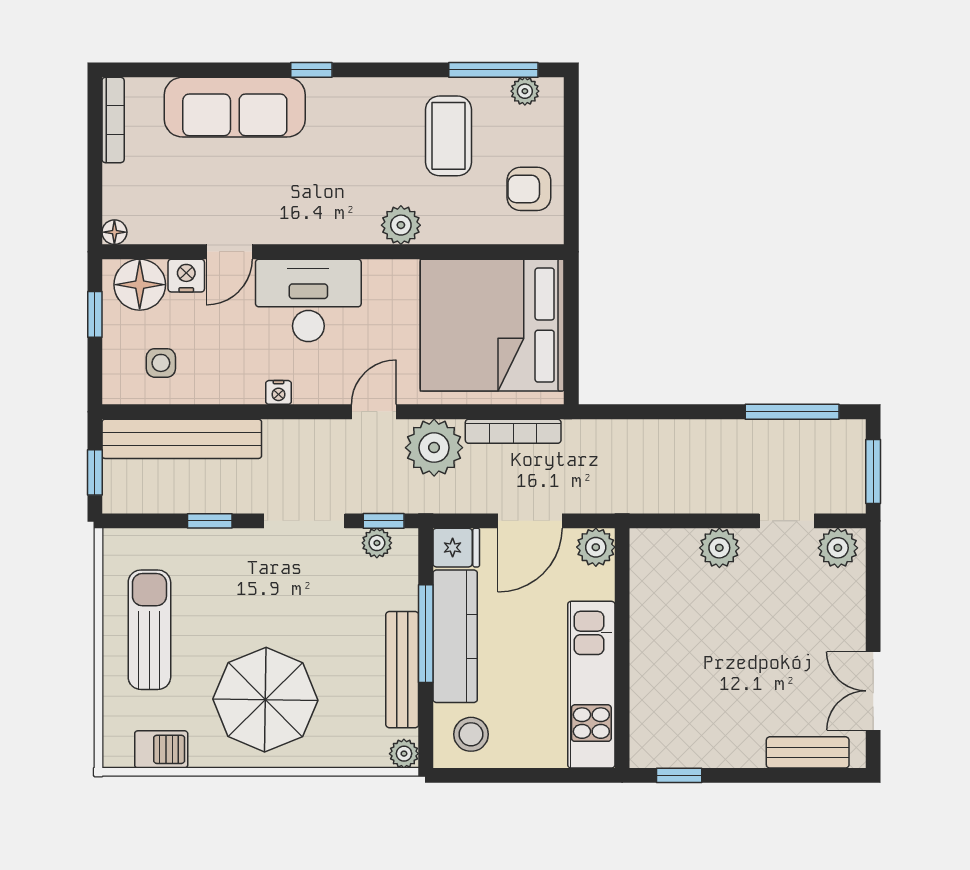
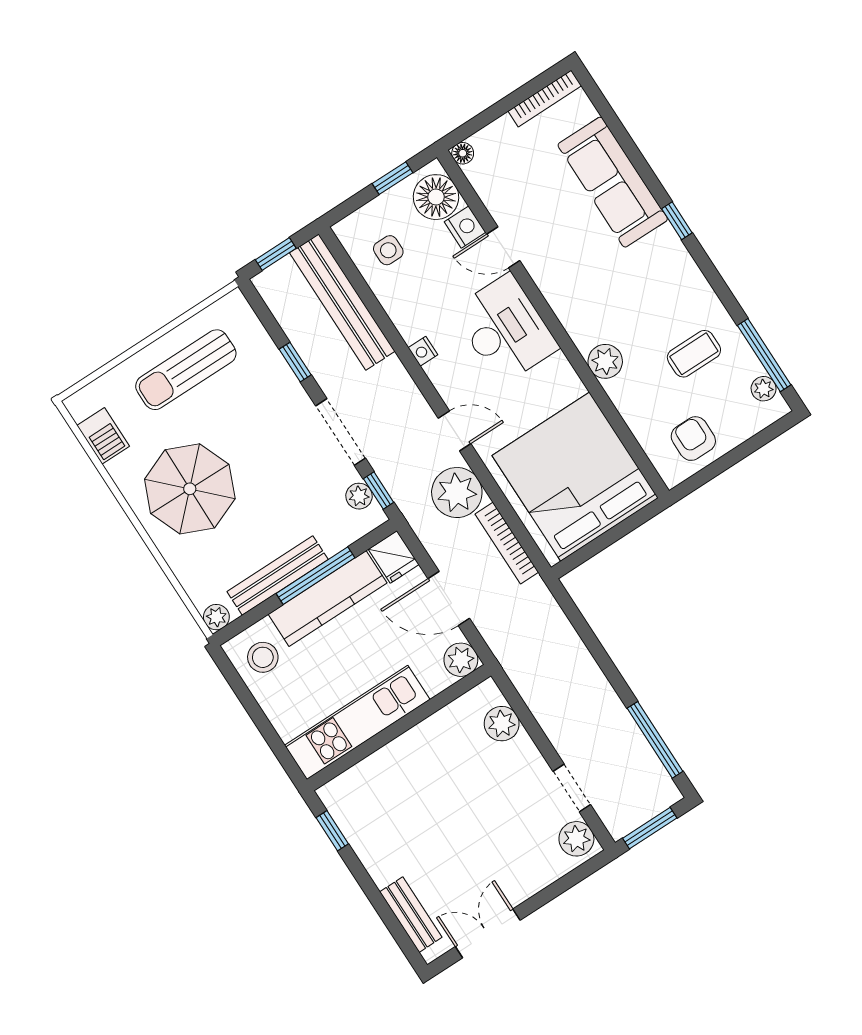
coffee table: (449, 136) -> (694, 354), width x0.73, depth x0.77
plant: (719, 548) -> (502, 724), moved
sun lounger: (149, 630) -> (186, 370), turned 180

